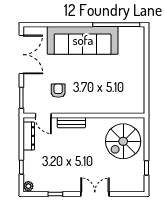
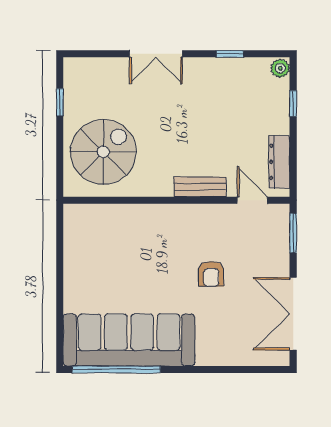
sofa: (83, 40) -> (129, 340), moved
armchair: (58, 91) -> (211, 274), moved

